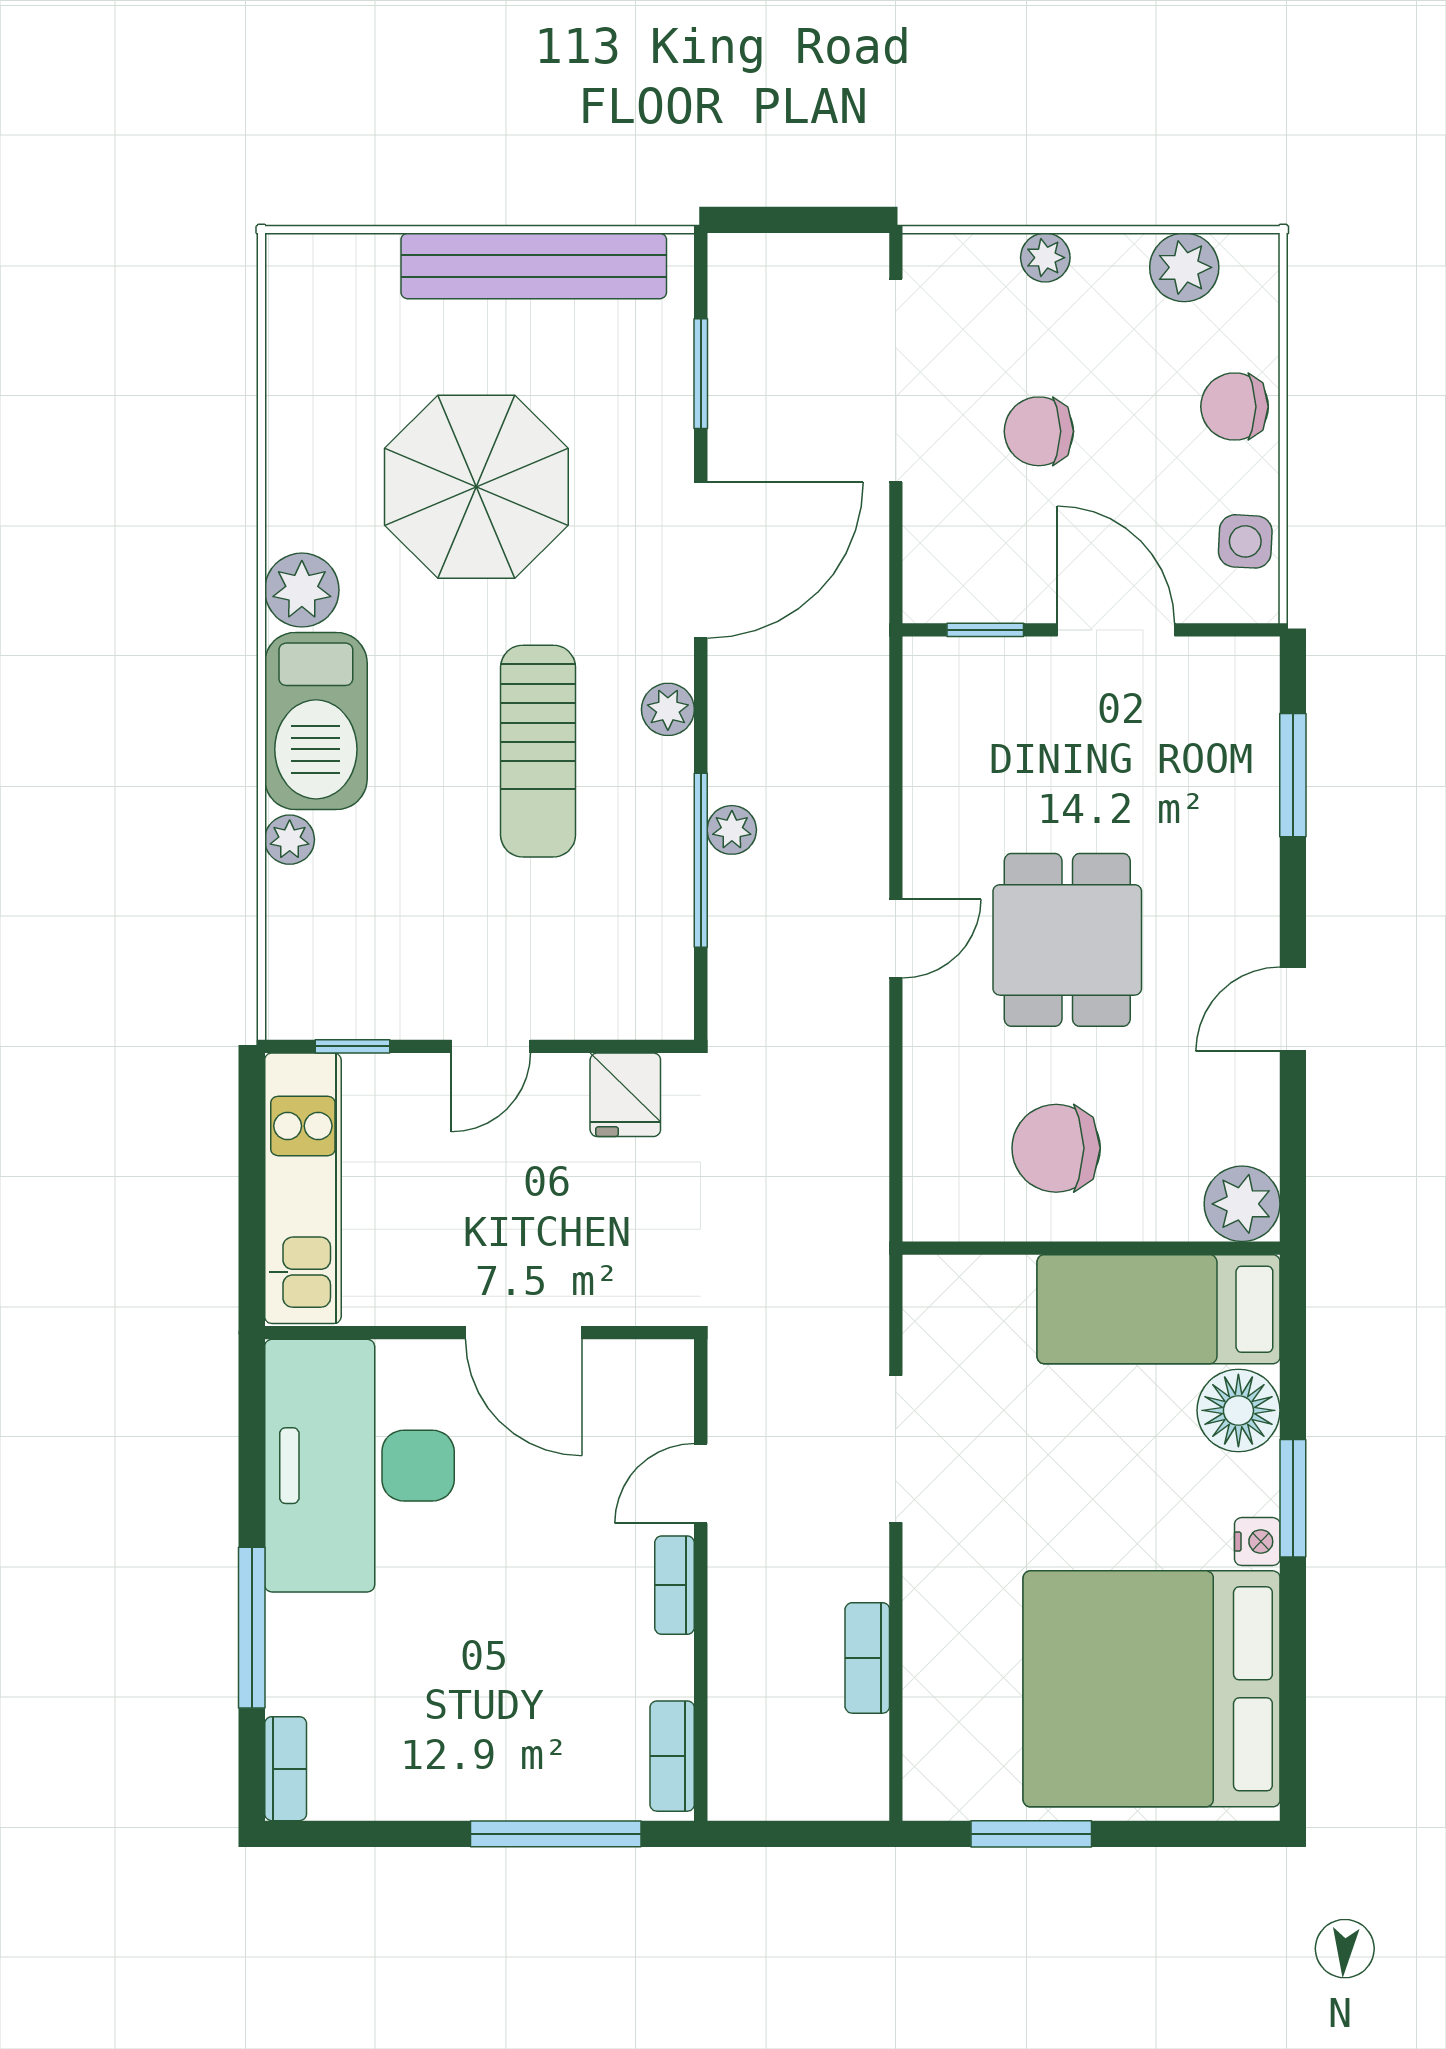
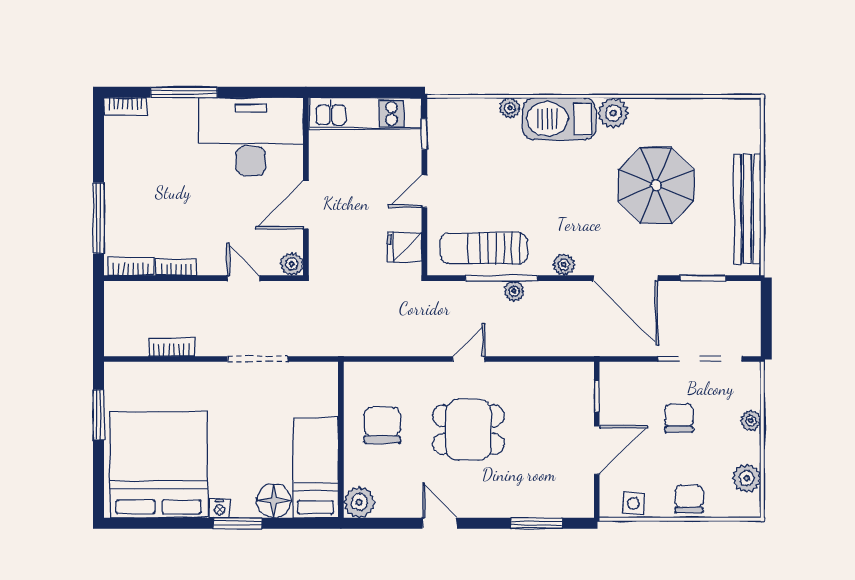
sun lounger: (538, 751) -> (484, 248), moved
door: (896, 939) -> (469, 359), swing flipped
door: (491, 1046) -> (424, 191), hinge flipped
plant: (666, 1367) -> (292, 264), added
bookcase: (675, 1585) -> (176, 267), moved

